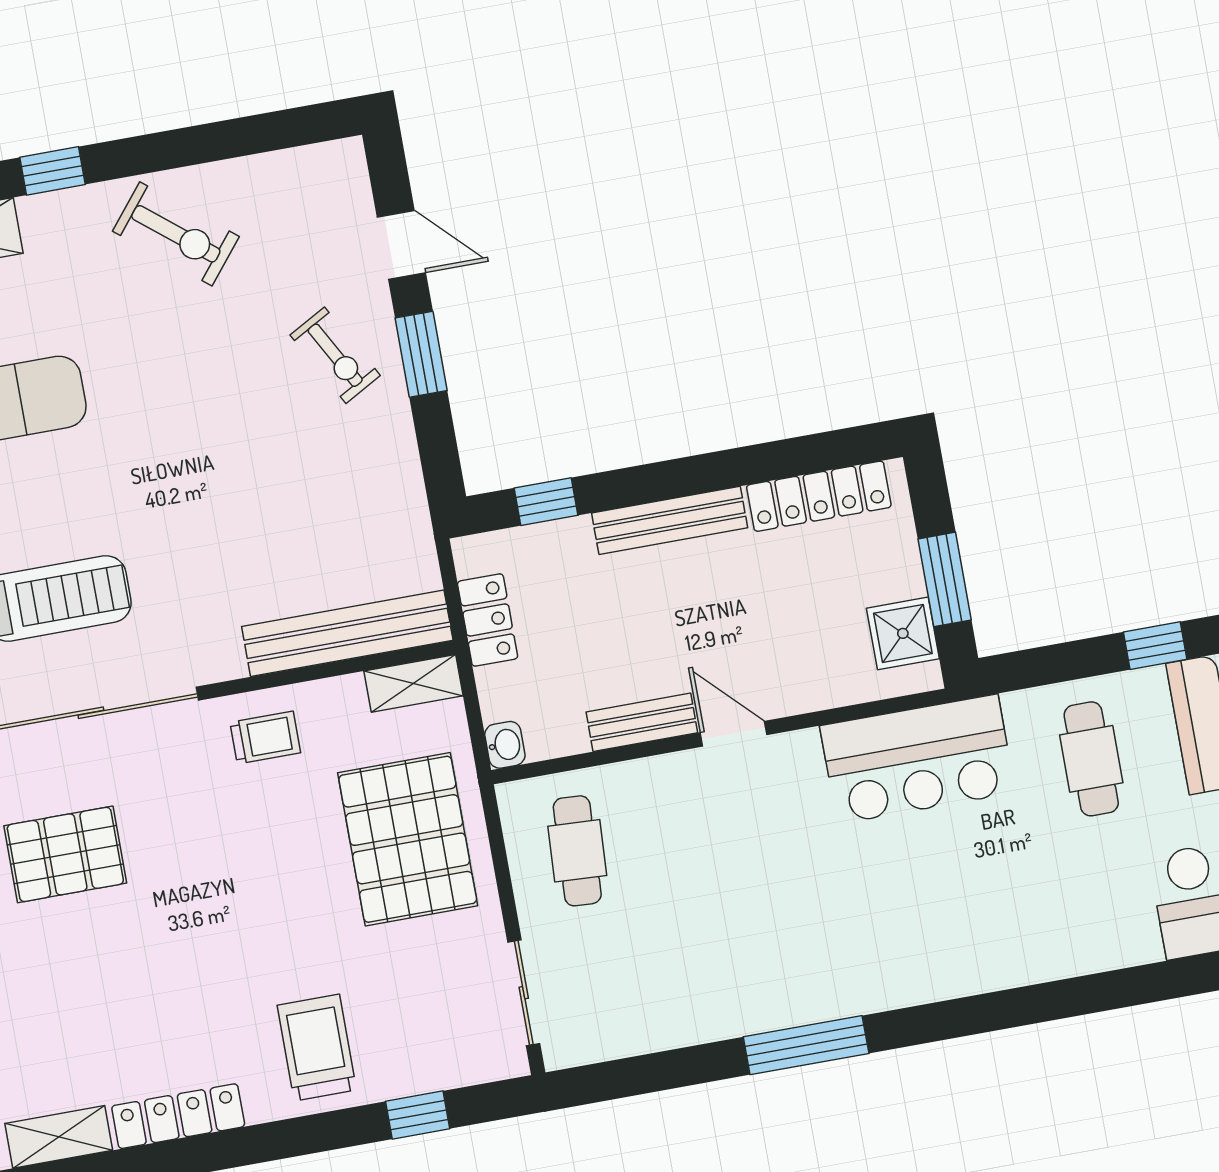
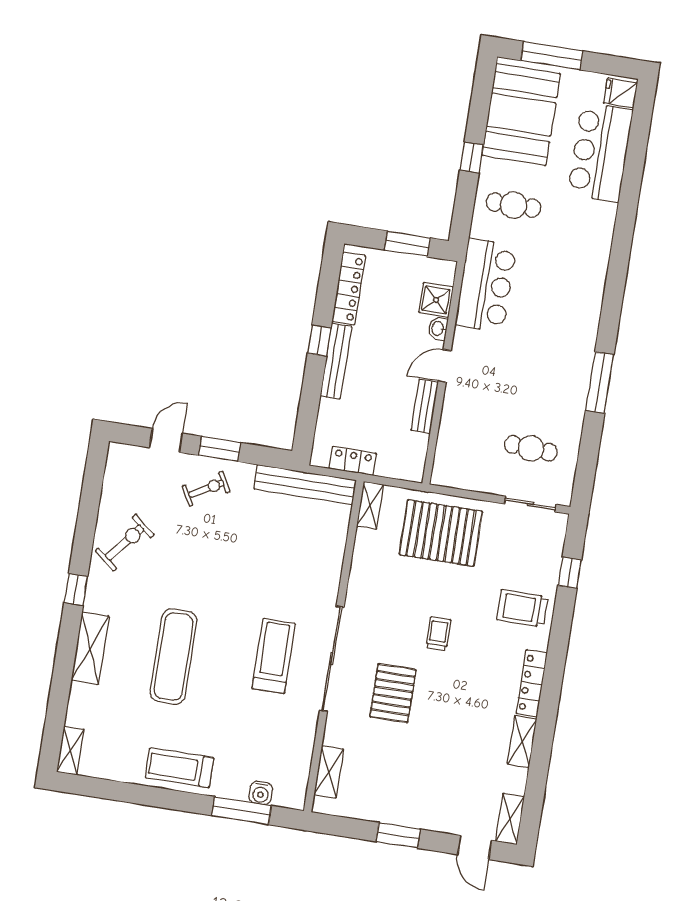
window: (546, 502) -> (319, 341), moved
bench: (347, 633) -> (305, 485), moved, turned 90
shower: (903, 633) -> (436, 300), moved
trolley: (265, 738) -> (438, 634), moved
washbasin: (505, 745) -> (438, 329), moved, turned -90
cafe table: (577, 851) -> (531, 448), moved

